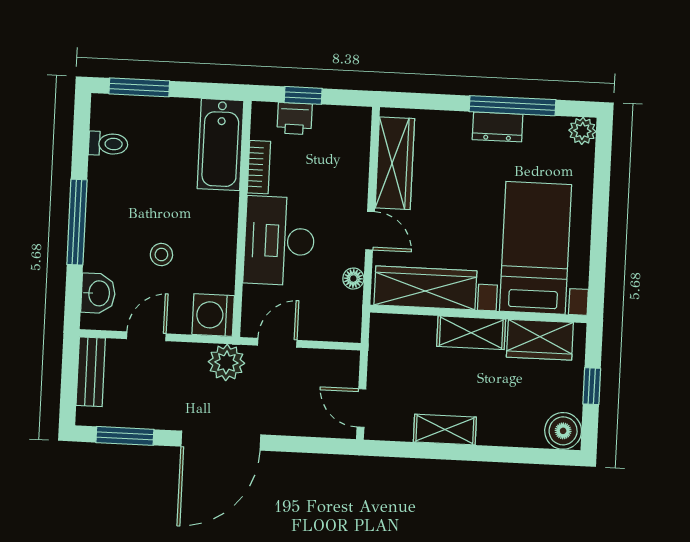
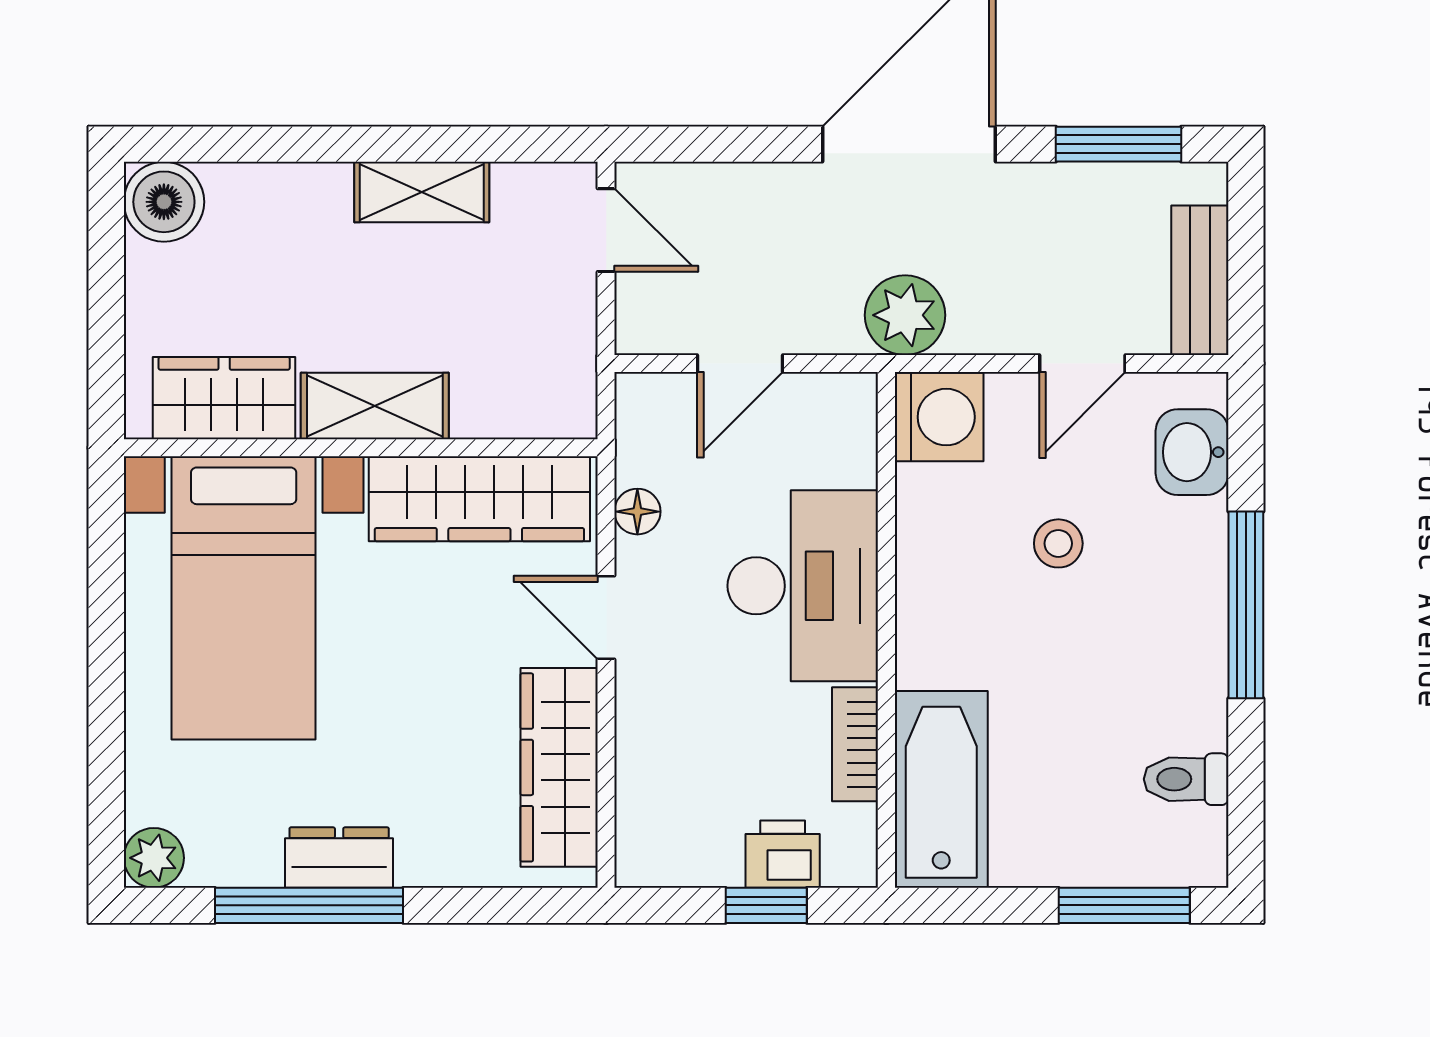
door: (277, 343) -> (740, 364), moved
window: (592, 386) -> (106, 302), removed

